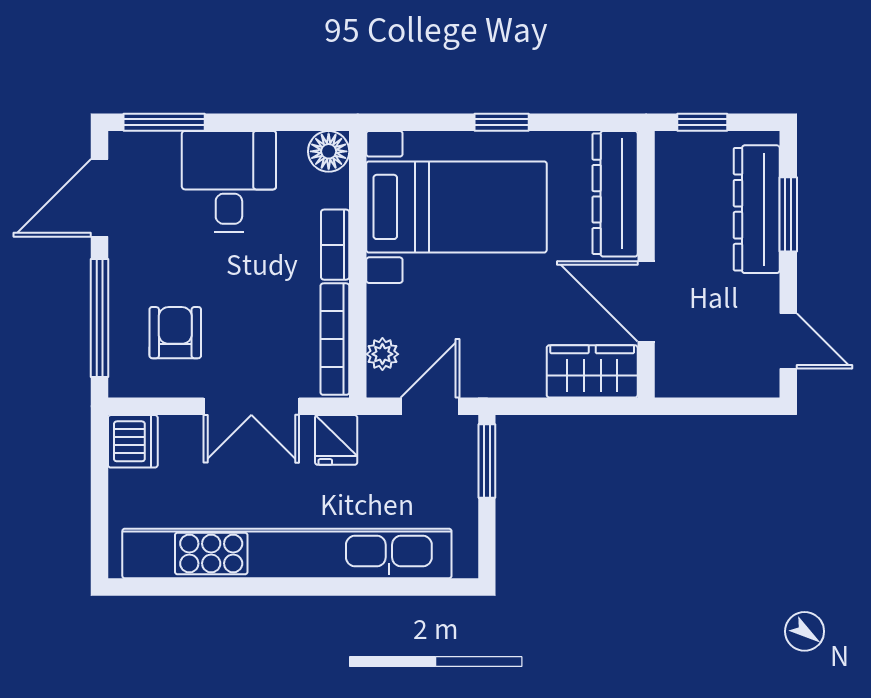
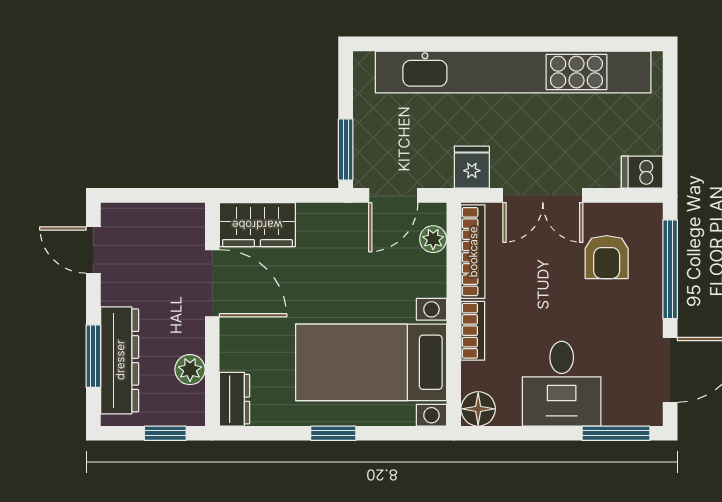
dresser: (615, 194) -> (235, 399), width x0.51, depth x0.80
plant: (673, 198) -> (190, 370), added
double door: (251, 406) -> (543, 195), swing flipped
dishwasher: (133, 441) -> (642, 172), width x0.73

